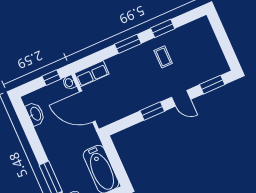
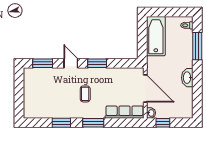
coffee table: (163, 57) -> (85, 94), moved
row of seats: (92, 74) -> (125, 112), width x1.48
washbasin: (35, 114) -> (187, 78), moved

